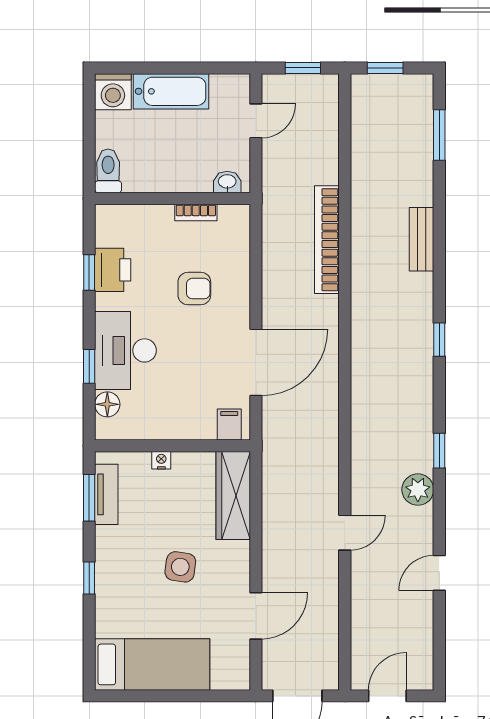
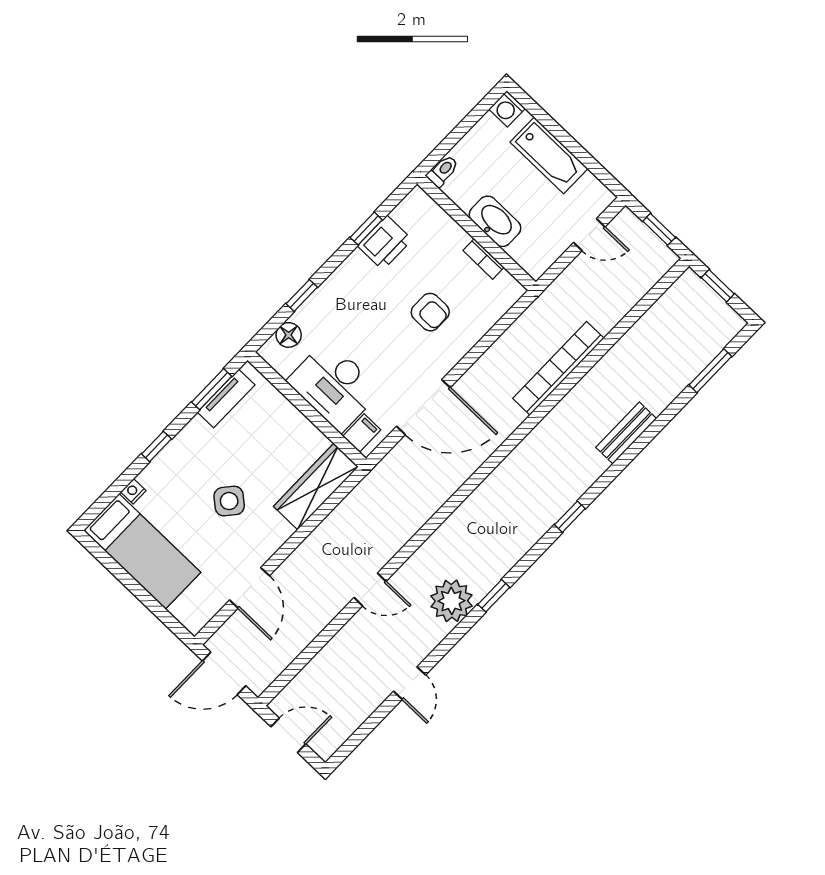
washing machine: (113, 92) -> (507, 109), width x0.73, depth x0.73
toilet: (108, 171) -> (443, 171), width x0.73, depth x0.72
washbasin: (227, 182) -> (495, 221), moved, width x1.91, depth x1.45
desk: (125, 350) -> (334, 386), moved, turned -90
nightstand: (161, 460) -> (133, 491), moved, turned -90
plant: (418, 490) -> (451, 601), width x1.36, depth x1.36
side table: (180, 567) -> (229, 501), turned 32
door: (439, 573) -> (410, 683), swing flipped
door: (256, 616) -> (249, 588), hinge flipped

